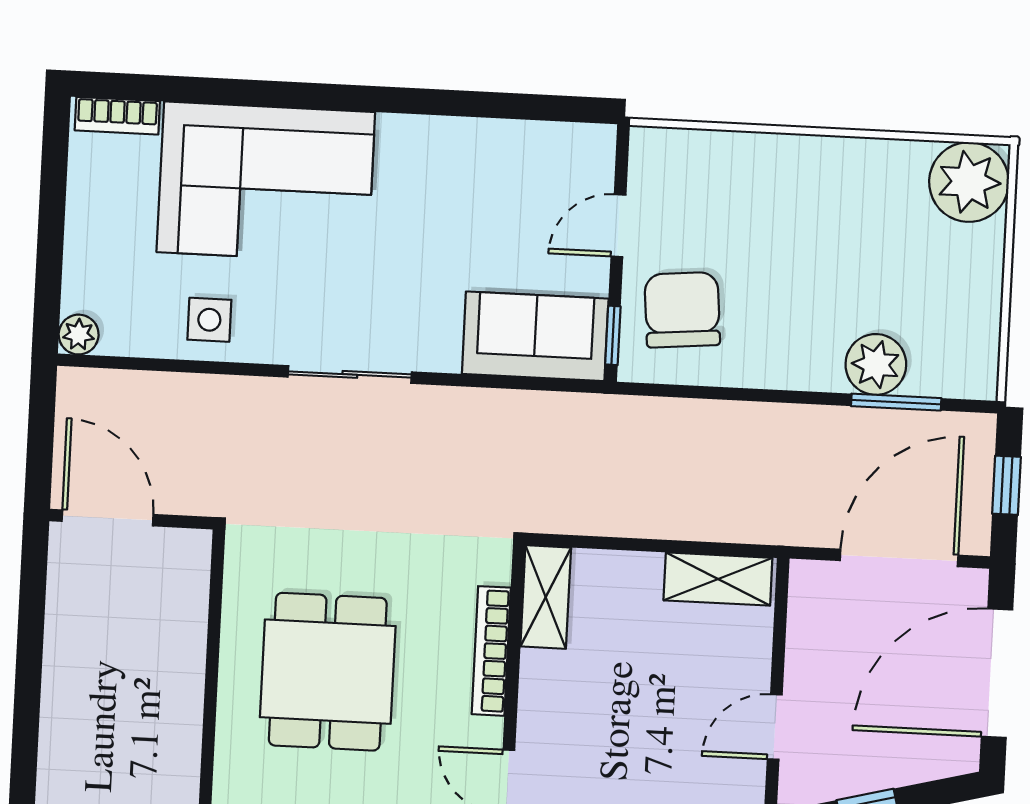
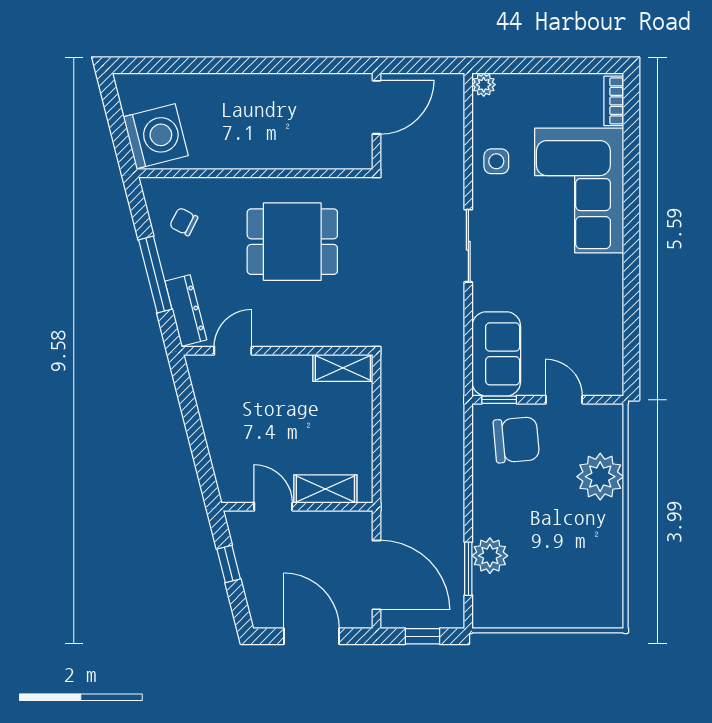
plant: (969, 182) -> (600, 477), moved
shelving: (718, 579) -> (325, 489), moved, turned 90
bookcase: (491, 651) -> (309, 337), removed
door: (997, 673) -> (312, 636), width x0.73

